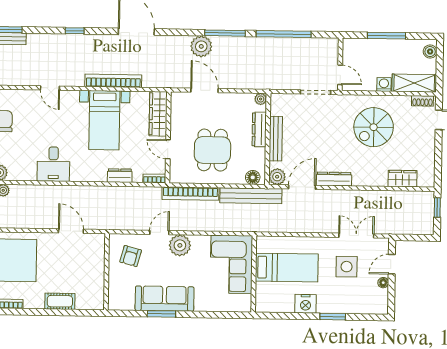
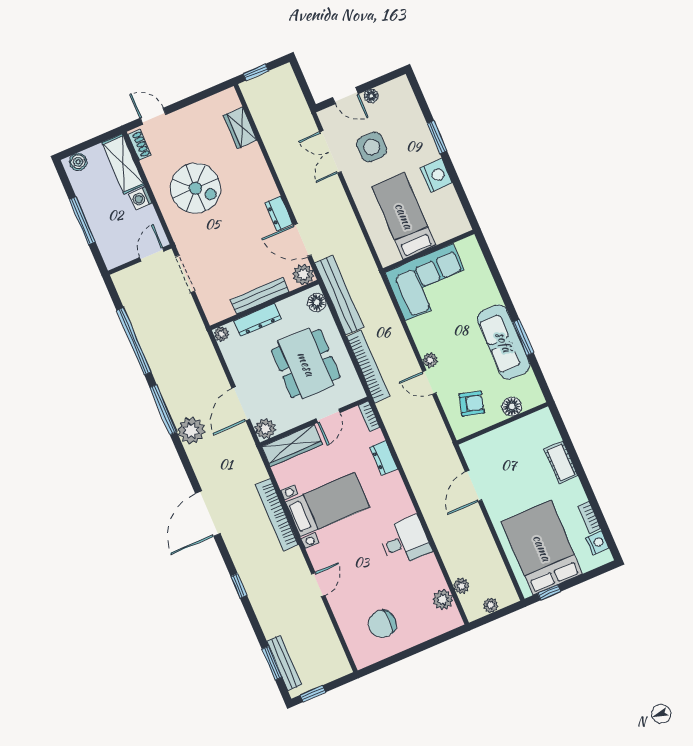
plant: (179, 100) -> (265, 429), added
dining table: (212, 150) -> (306, 364), width x1.38
dresser: (334, 179) -> (279, 213), width x0.70
plant: (180, 245) -> (430, 360), width x0.53, depth x0.53
floor lamp: (116, 284) -> (512, 407), added

